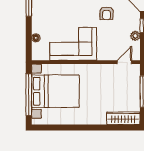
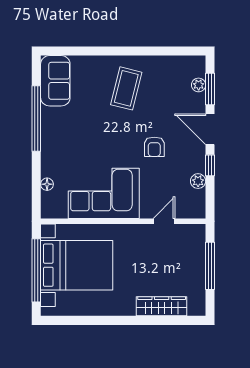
door: (124, 62) -> (164, 221), moved
wardrobe: (123, 118) -> (162, 306), moved

